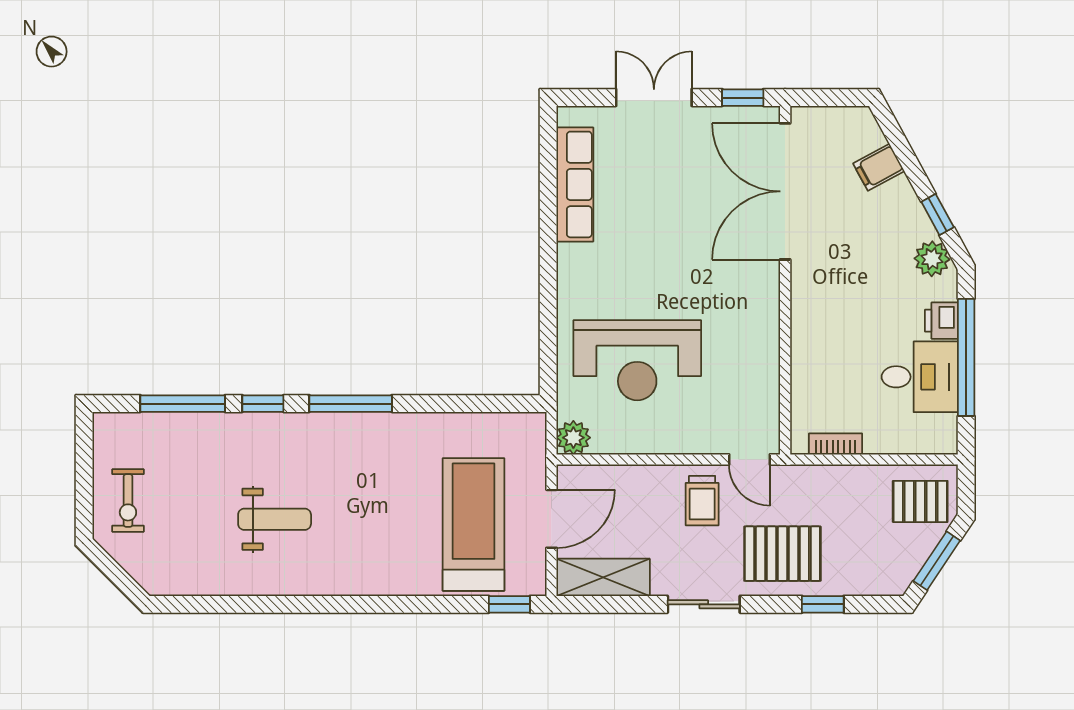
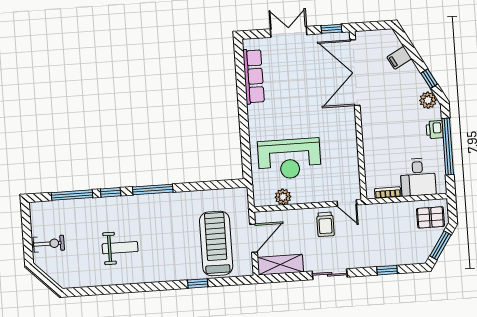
desk: (920, 377) -> (418, 177), moved, turned 90
plant: (573, 438) -> (283, 197), moved
exercise bike: (128, 501) -> (49, 244), turned -90
pallet: (782, 554) -> (366, 247), removed
window: (509, 604) -> (198, 283), moved

